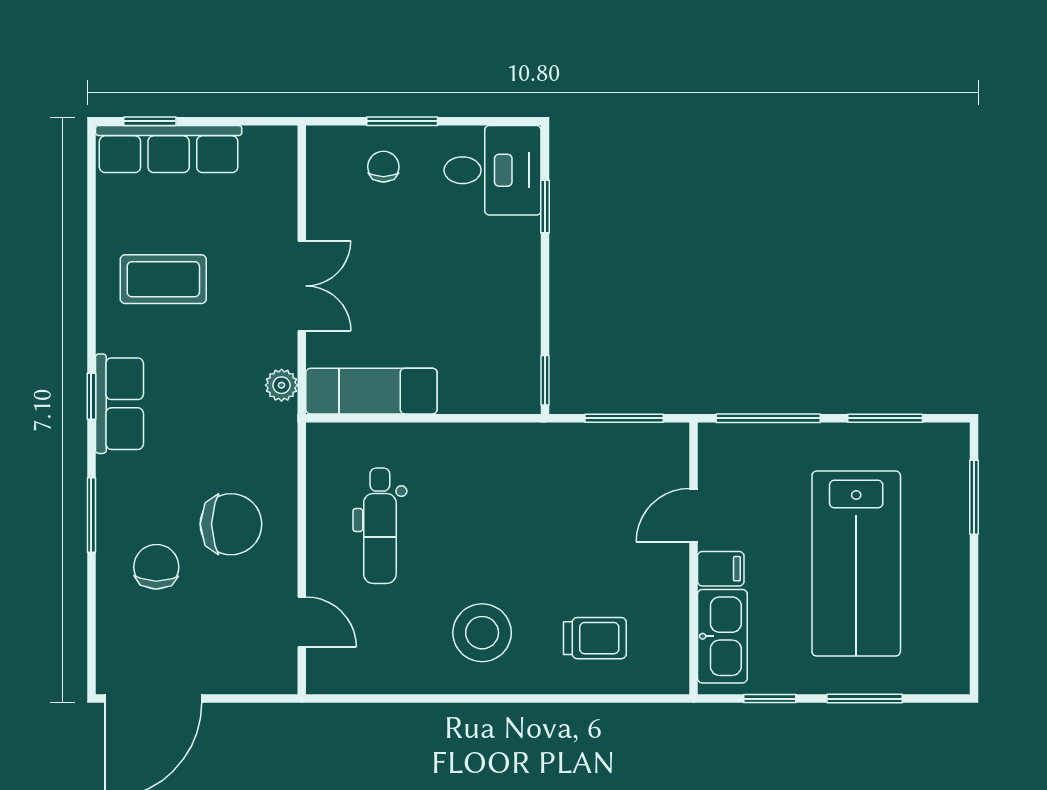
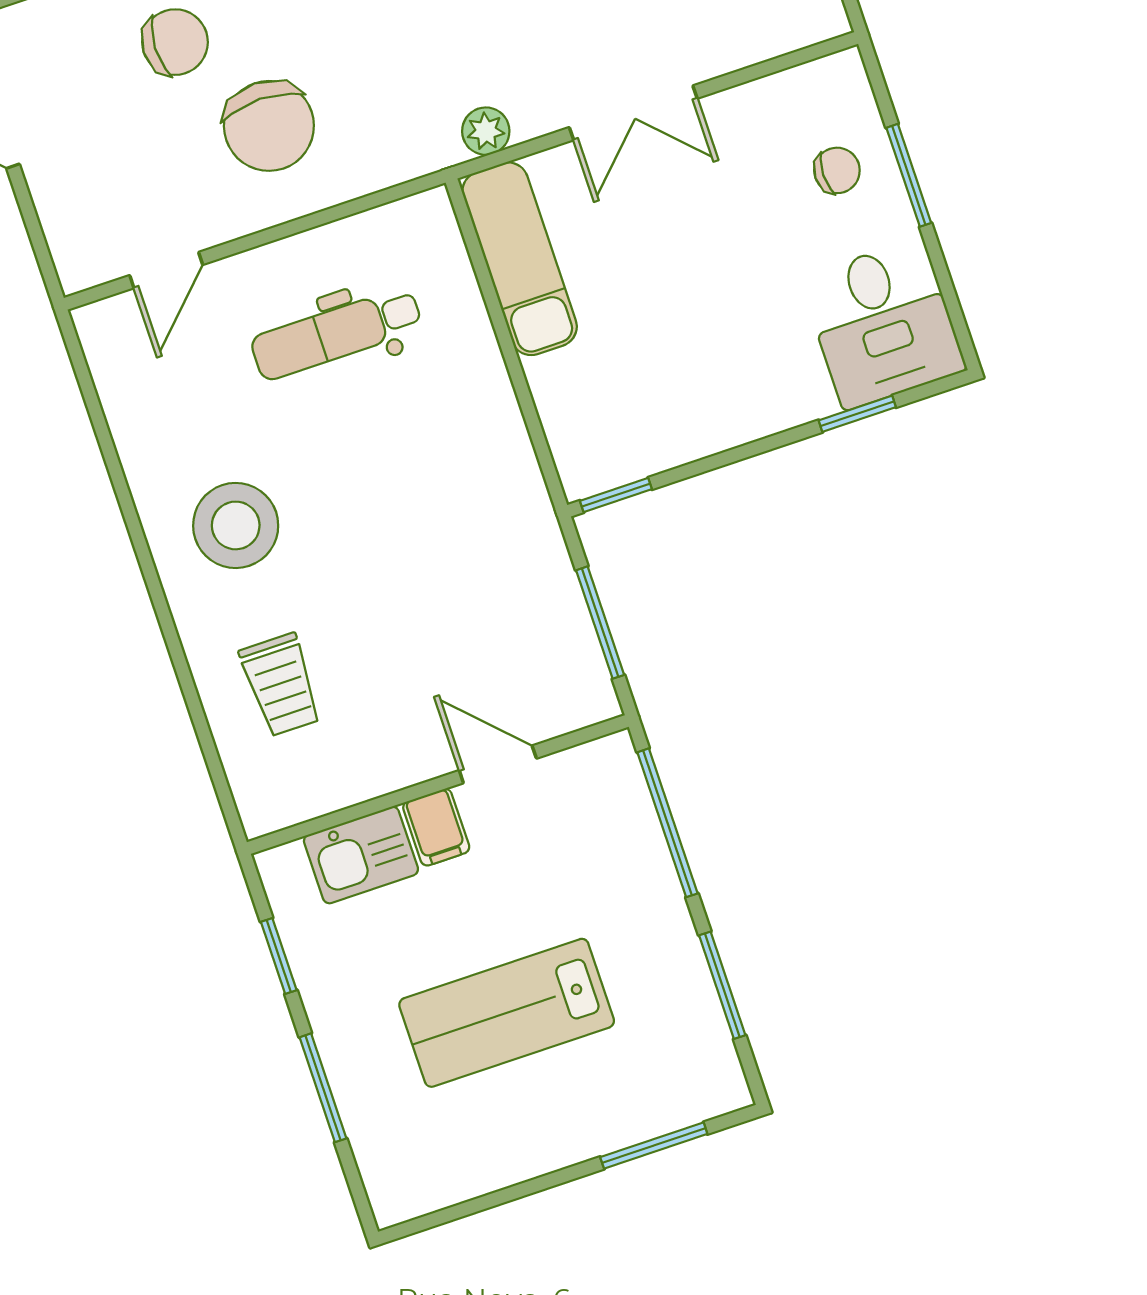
lab bench: (856, 564) -> (507, 1013), width x0.73, depth x0.72
kitchen sink: (722, 636) -> (361, 855), width x0.73

